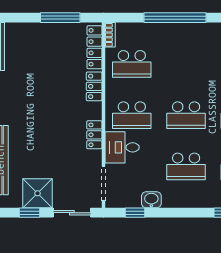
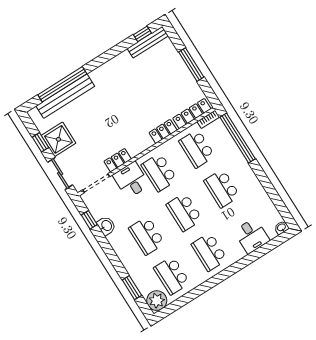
window: (60, 18) -> (191, 65), moved
window: (175, 18) -> (238, 138), moved
school desk: (186, 64) -> (222, 188), added
locker: (94, 135) -> (118, 160), moved

